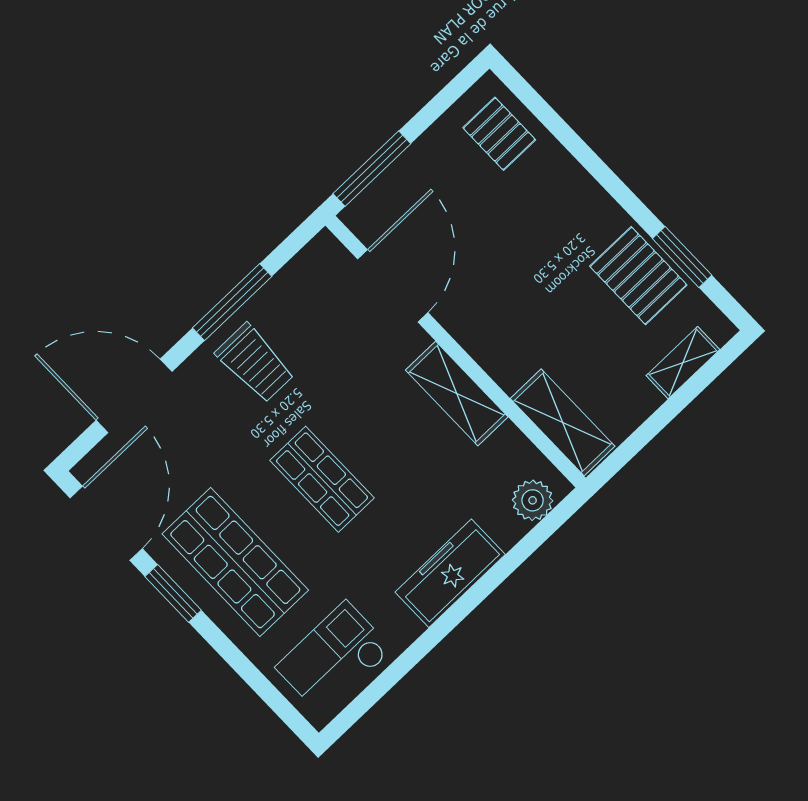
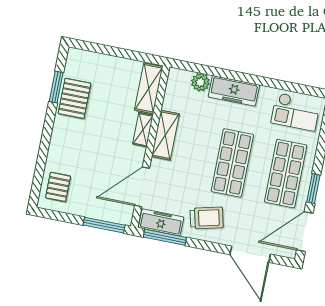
freezer: (305, 275) -> (161, 222), added
window: (232, 302) -> (165, 237), moved
trolley: (255, 363) -> (207, 218), turned 76
shelving: (683, 363) -> (143, 130), moved, turned 90
shop shelf: (322, 479) -> (232, 163), width x1.43, depth x1.36
plant: (533, 500) -> (200, 82), moved

